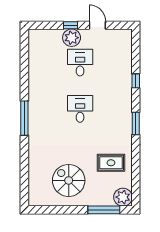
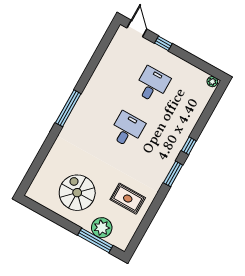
door: (97, 25) -> (137, 28), moved
plant: (72, 38) -> (212, 82), moved, width x0.53, depth x0.53
window: (136, 81) -> (189, 146), moved
plant: (123, 197) -> (102, 228), moved

